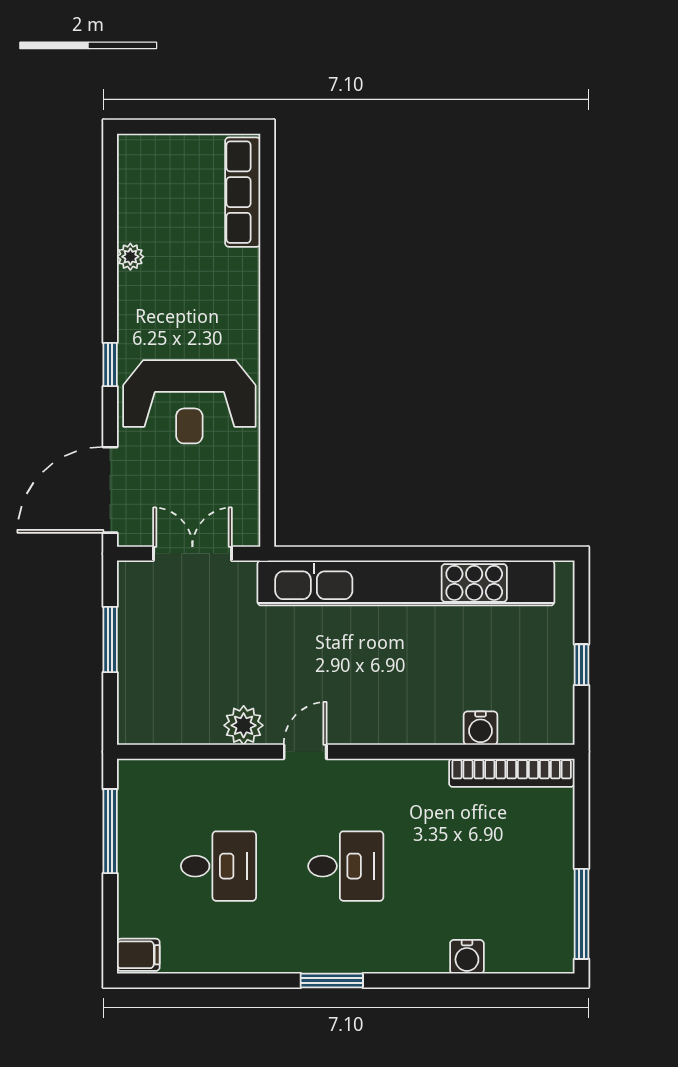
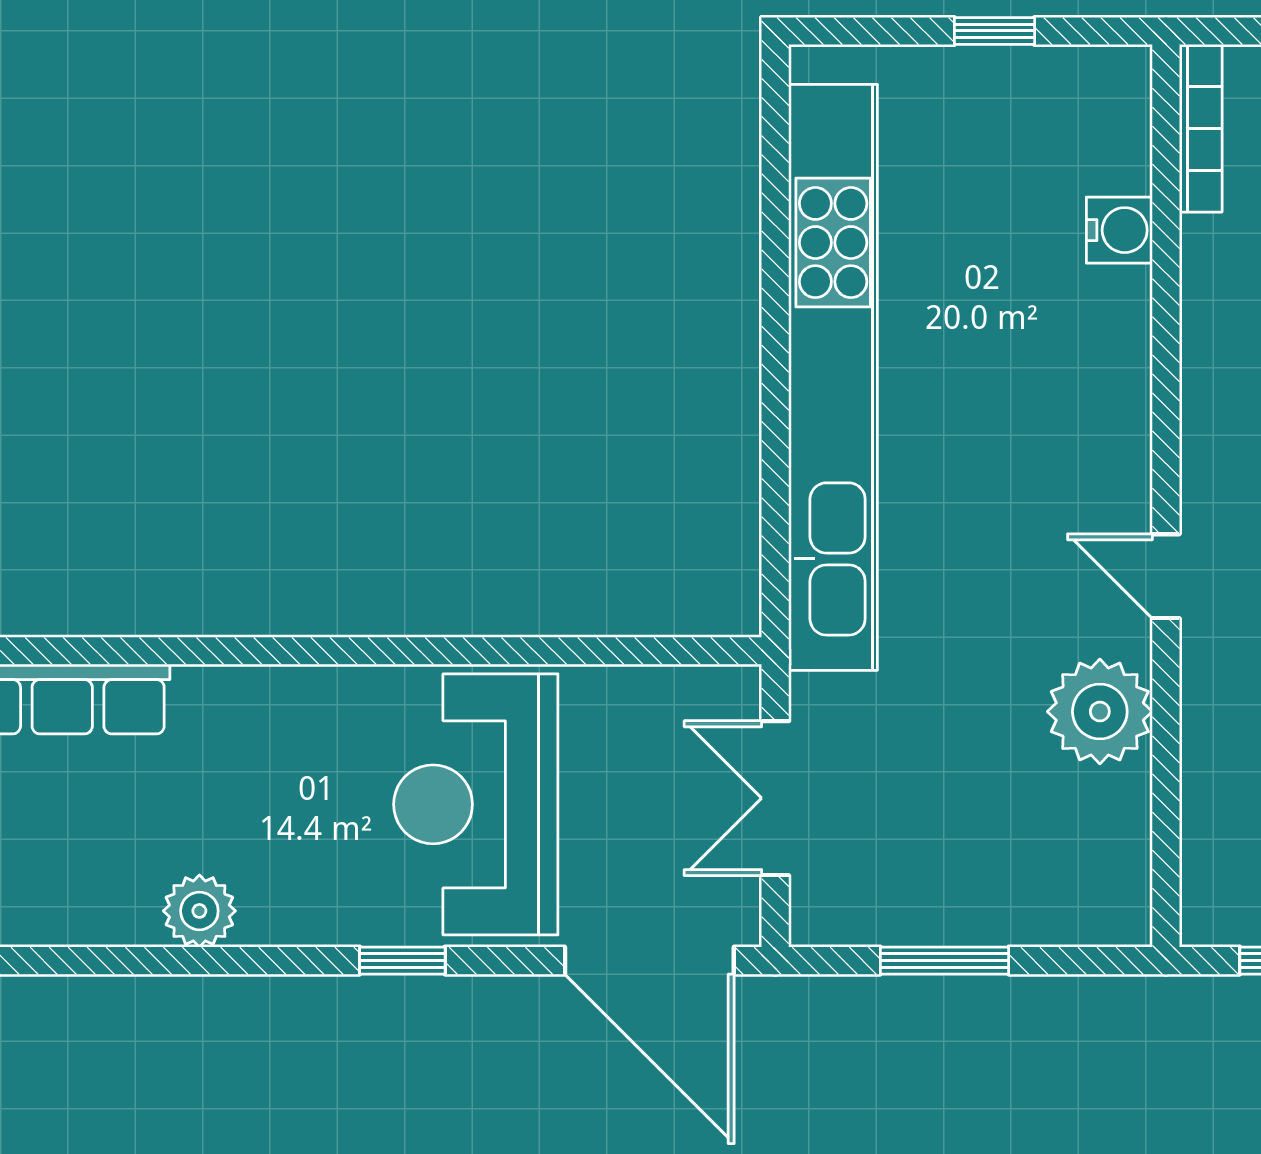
plant: (130, 257) -> (199, 911), width x1.38, depth x1.38
reception desk: (189, 402) -> (476, 804), turned 180
plant: (244, 725) -> (1100, 712), width x1.36, depth x1.36
bookcase: (512, 773) -> (1201, 129), width x0.68, depth x0.76

